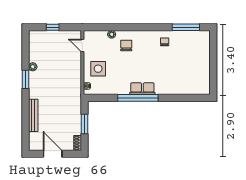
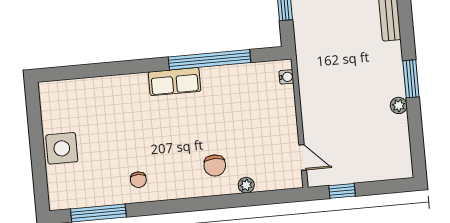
window: (53, 27) -> (342, 191), moved
side table: (98, 69) -> (62, 148), moved
window: (138, 98) -> (210, 60), moved

